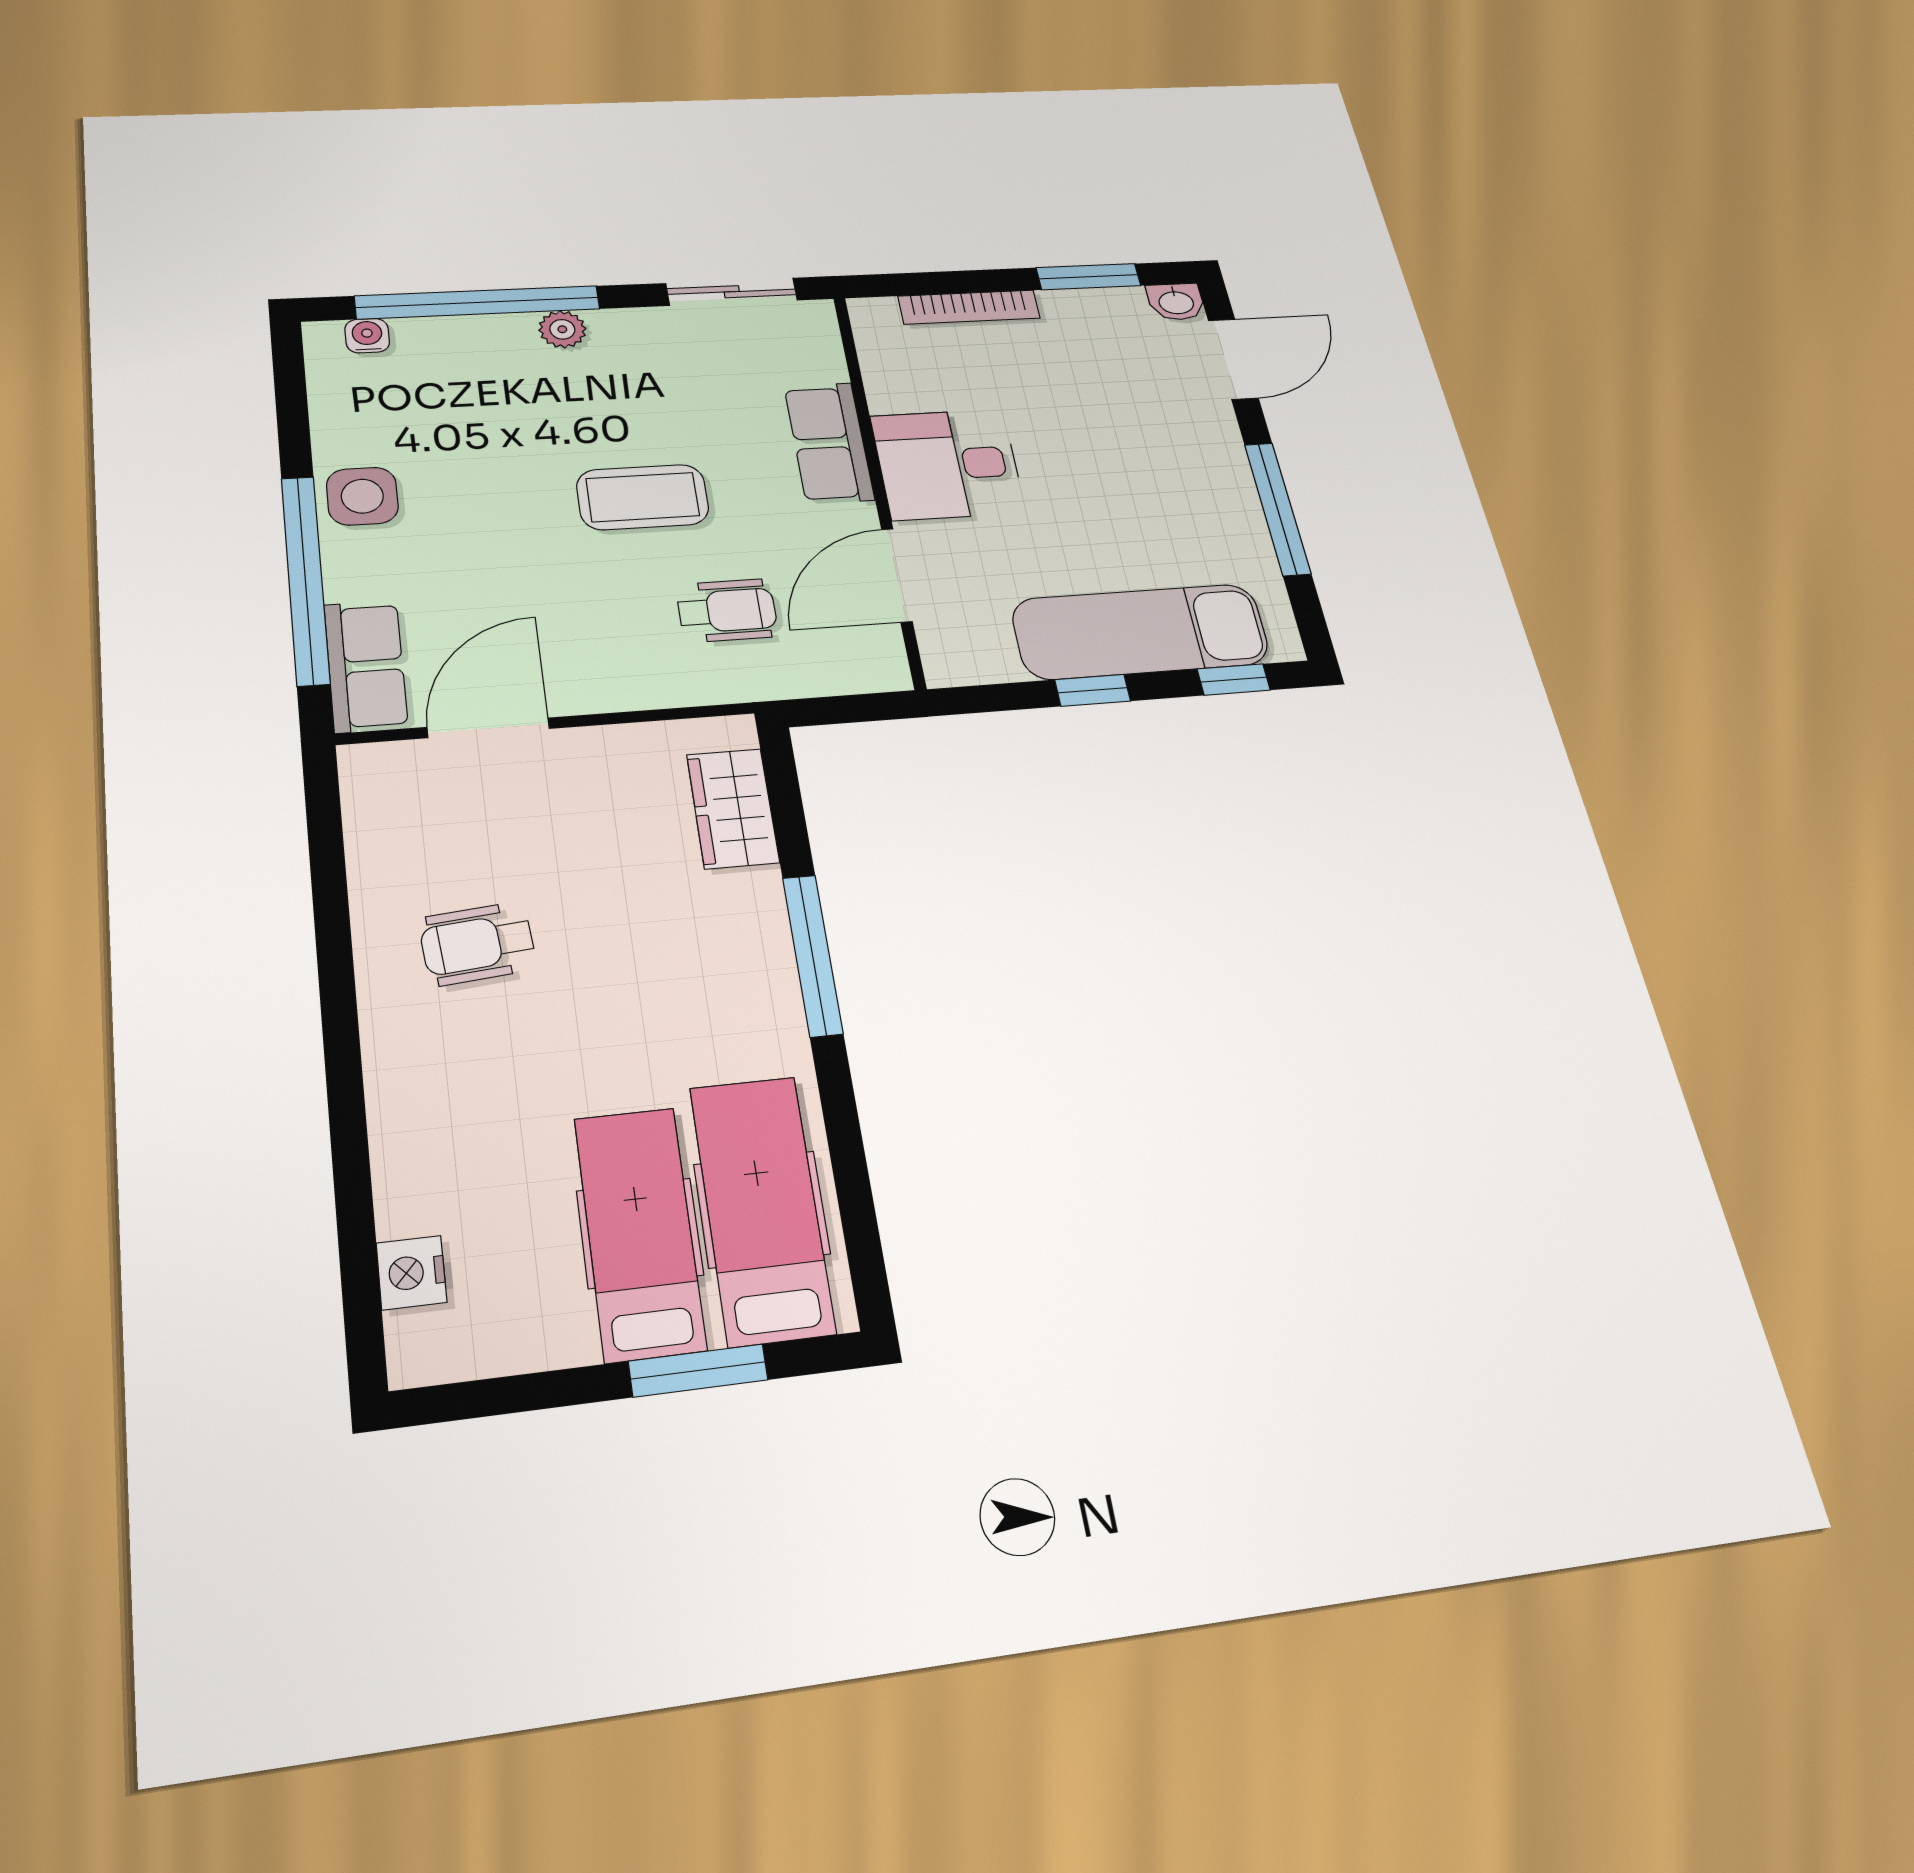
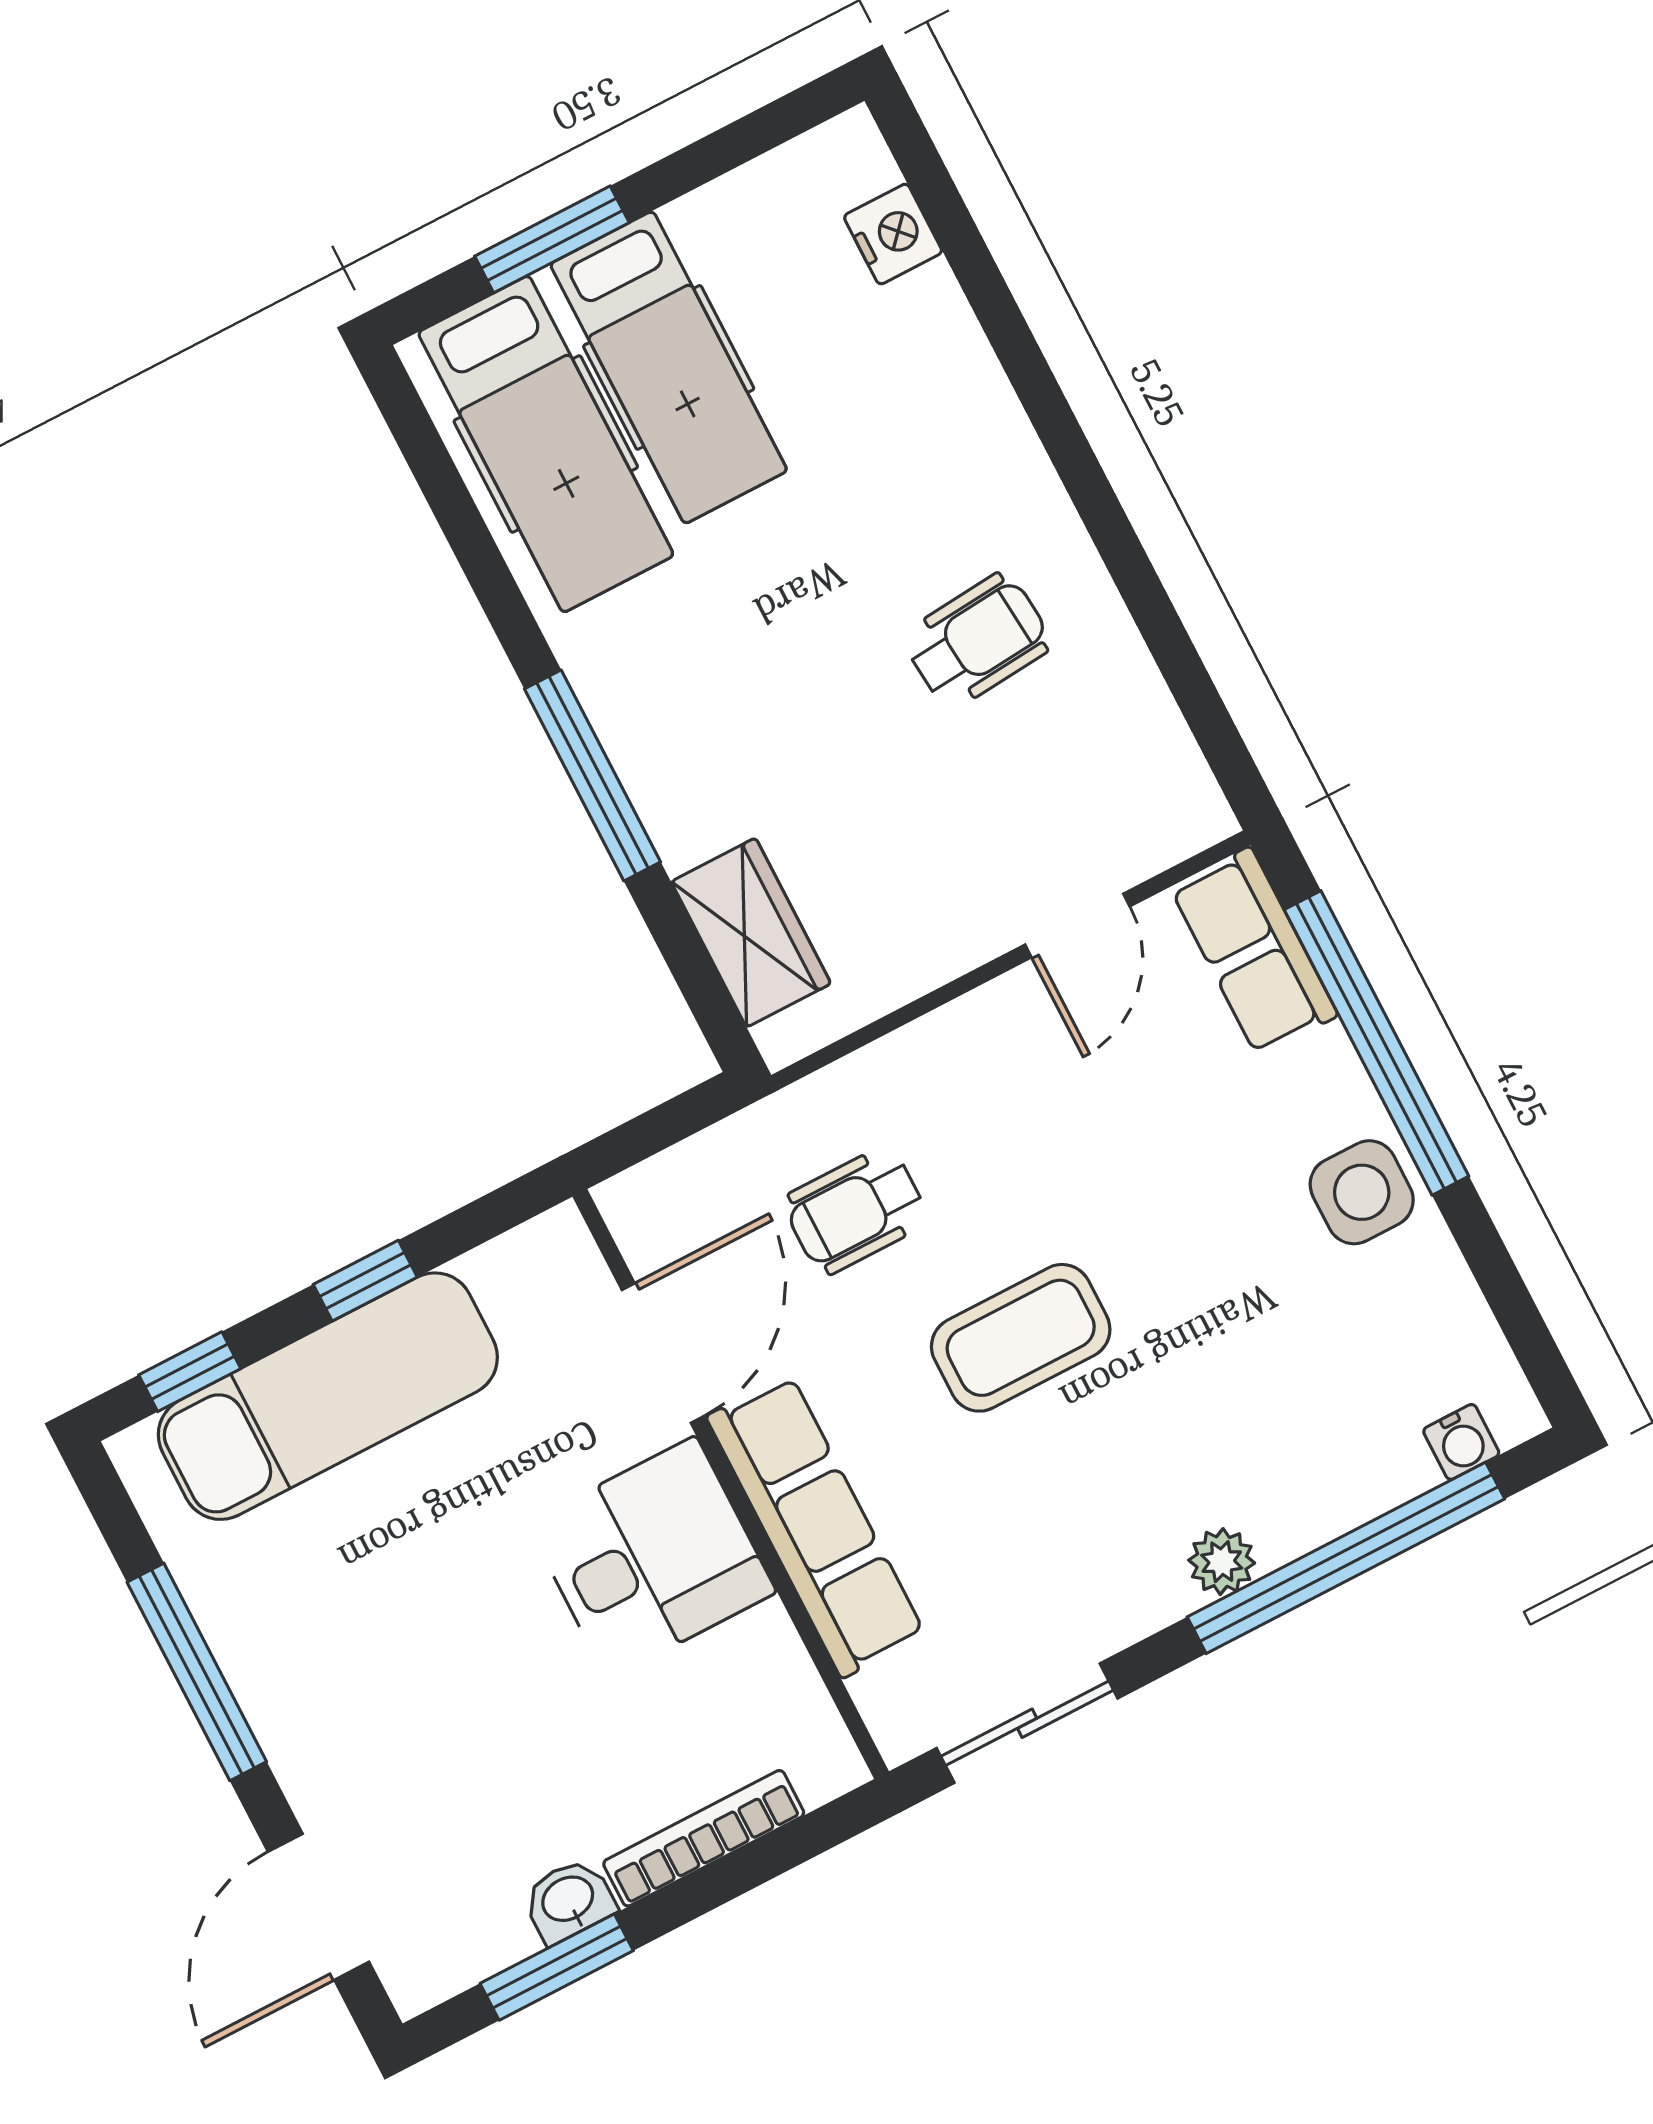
washbasin: (1176, 302) -> (569, 1900), moved
row of seats: (829, 443) -> (816, 1526), width x1.48
door: (488, 728) -> (1077, 926), width x0.73

